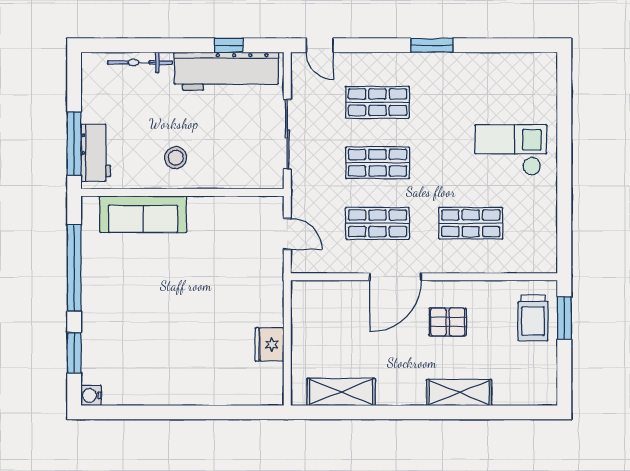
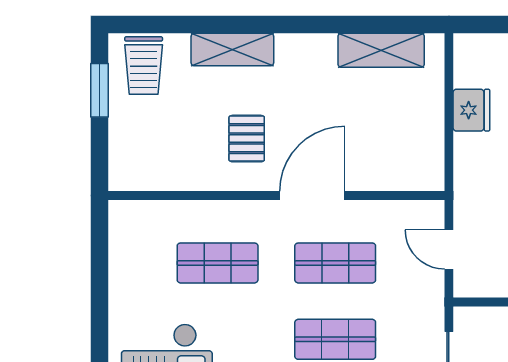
trolley: (533, 318) -> (144, 66), moved, turned 180
window: (564, 318) -> (100, 90), moved
pallet: (448, 322) -> (247, 139), turned 90

